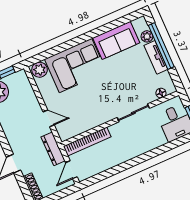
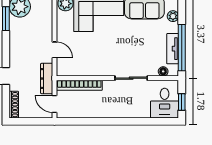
window: (161, 46) -> (182, 48), moved
tv unit: (156, 57) -> (173, 49), moved
door: (71, 170) -> (55, 104), hinge flipped

